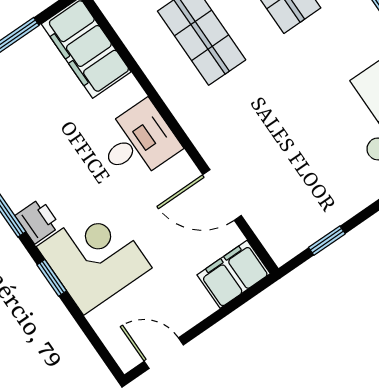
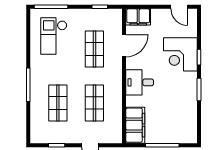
shop shelf: (278, 146) -> (94, 49), added
door: (222, 195) -> (124, 46), hinge flipped
printer: (38, 221) -> (191, 79), removed

